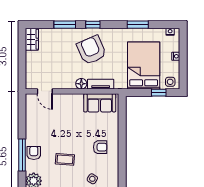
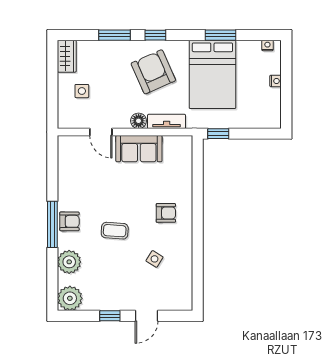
bed: (144, 65) -> (212, 74), moved, turned 180
side table: (170, 82) -> (82, 91), moved
door: (45, 91) -> (101, 132), moved
window: (159, 93) -> (218, 134), moved
sofa: (100, 103) -> (139, 149), moved
armchair: (34, 153) -> (69, 221), turned 90

